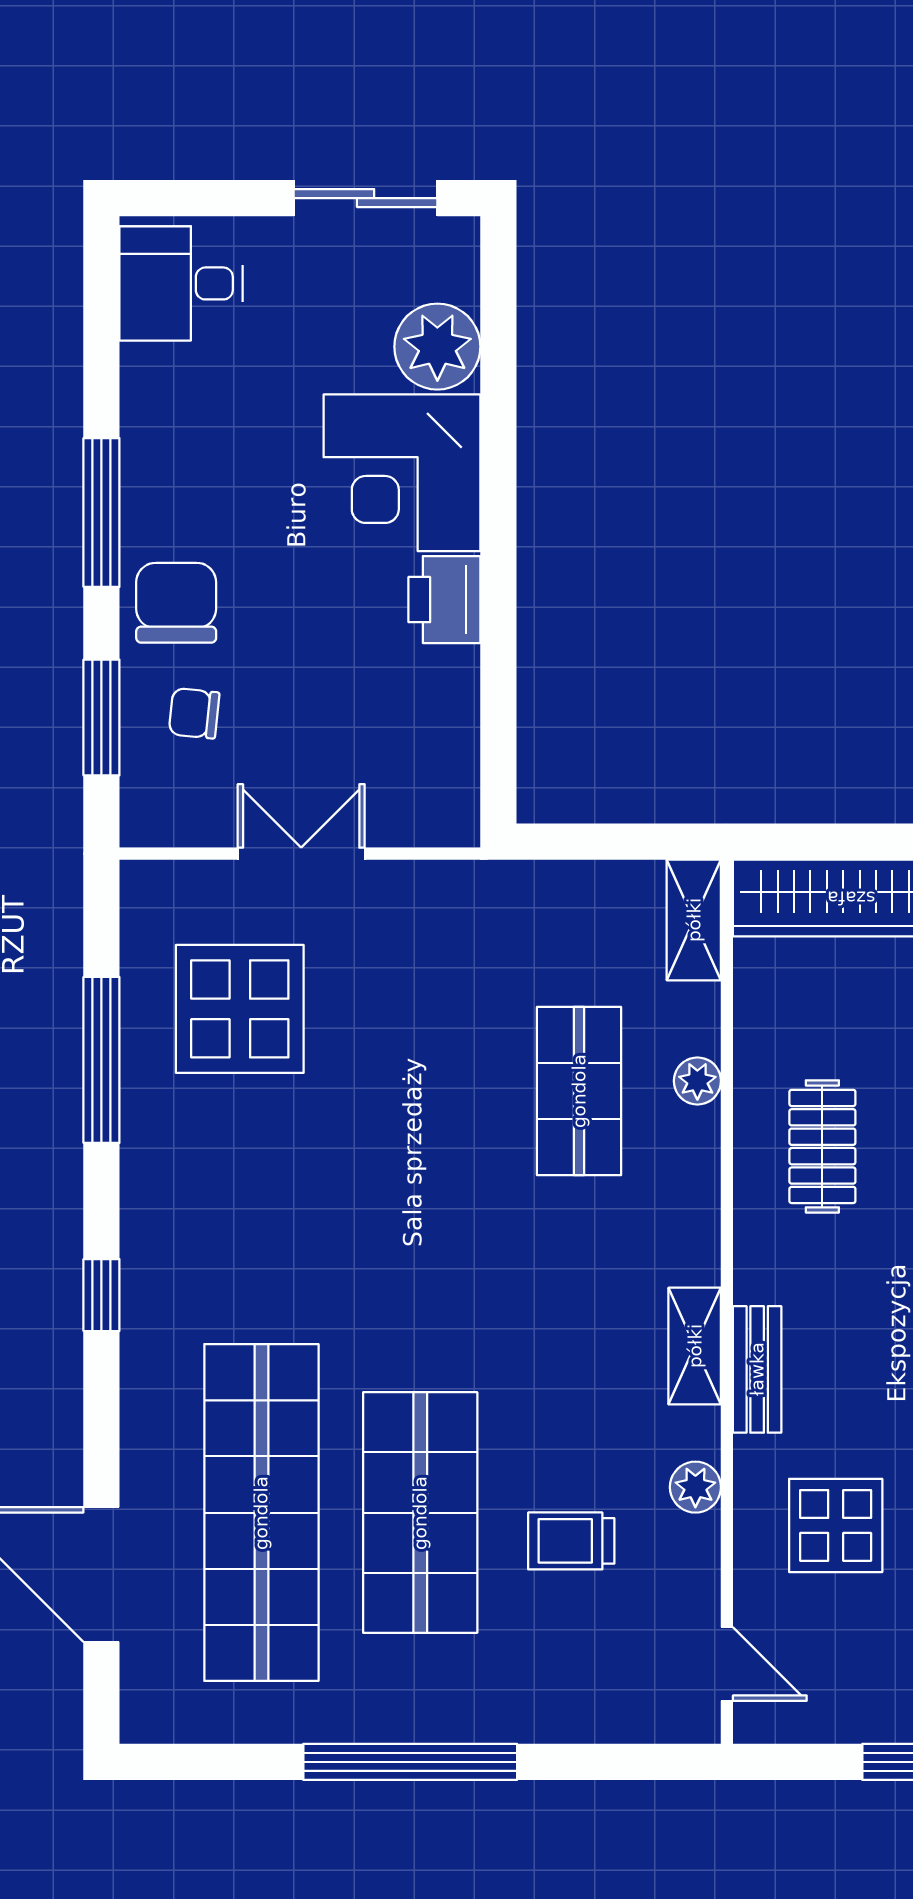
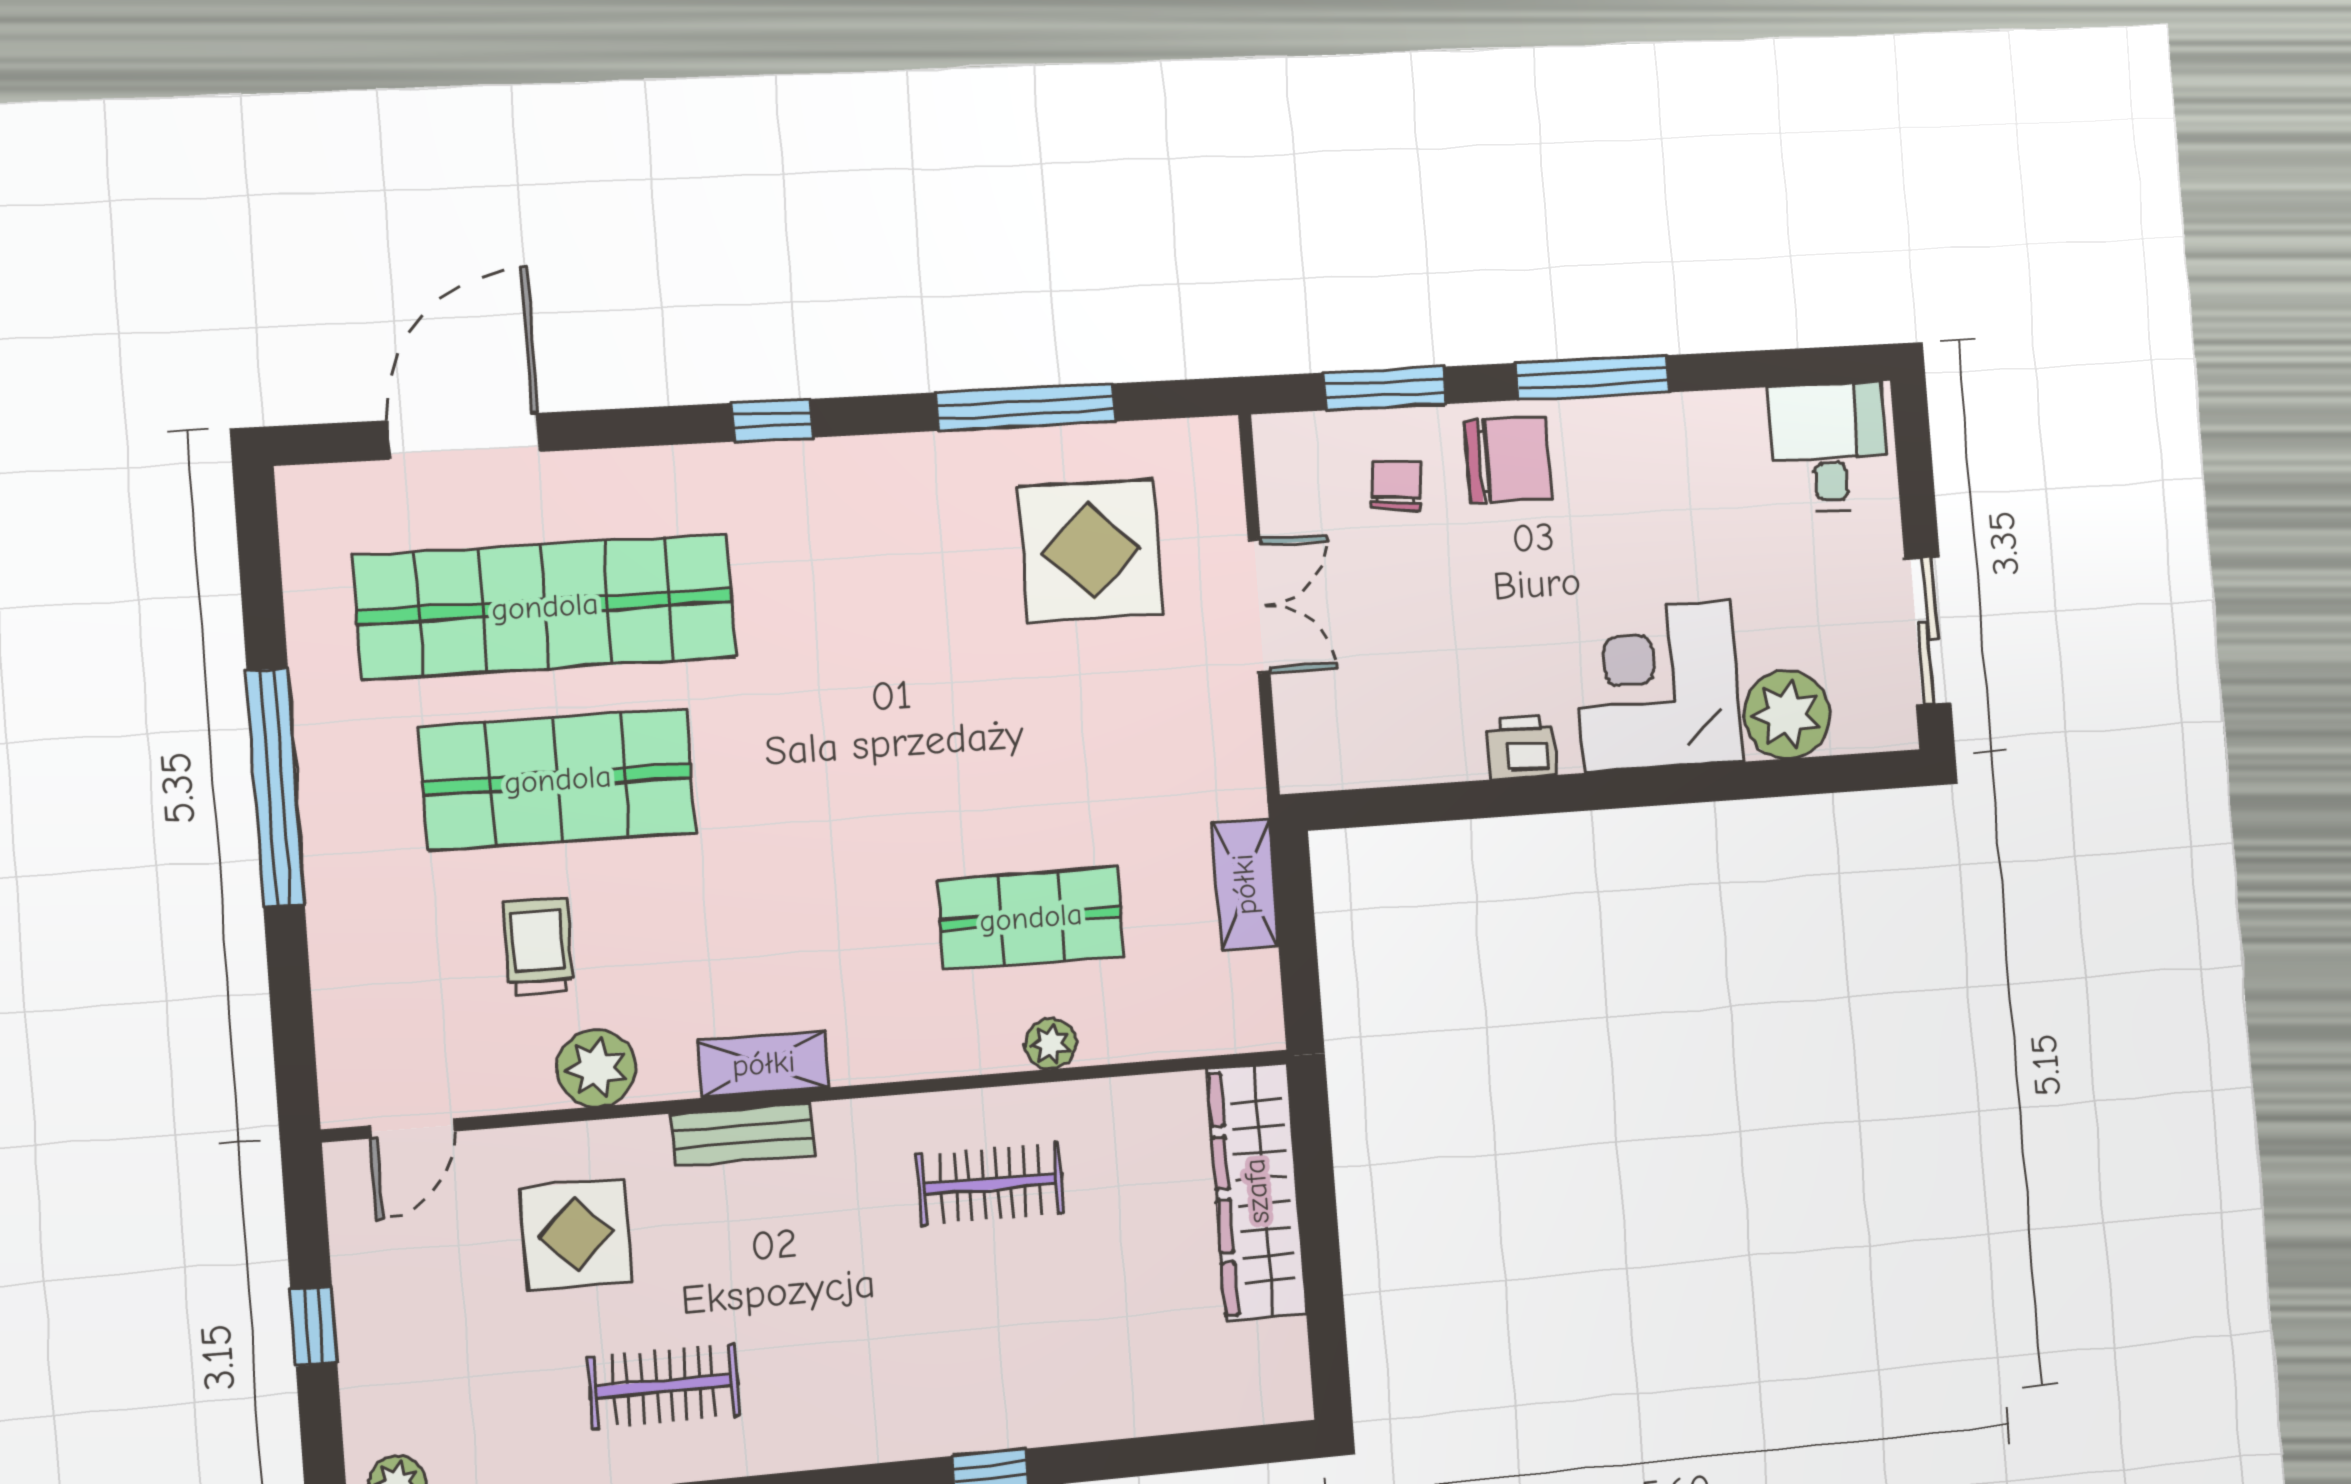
printer: (444, 600) -> (1521, 747), width x0.73, depth x0.81
shelving: (694, 920) -> (1245, 884), moved, turned 90
plant: (695, 1487) -> (597, 1068), width x1.38, depth x1.38

